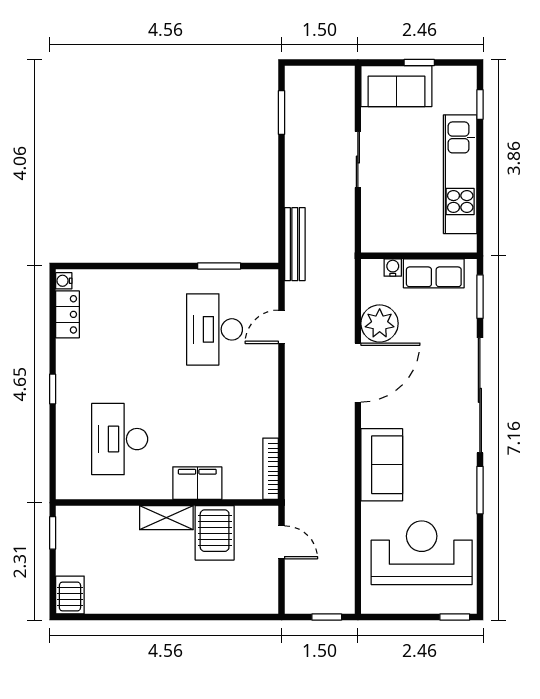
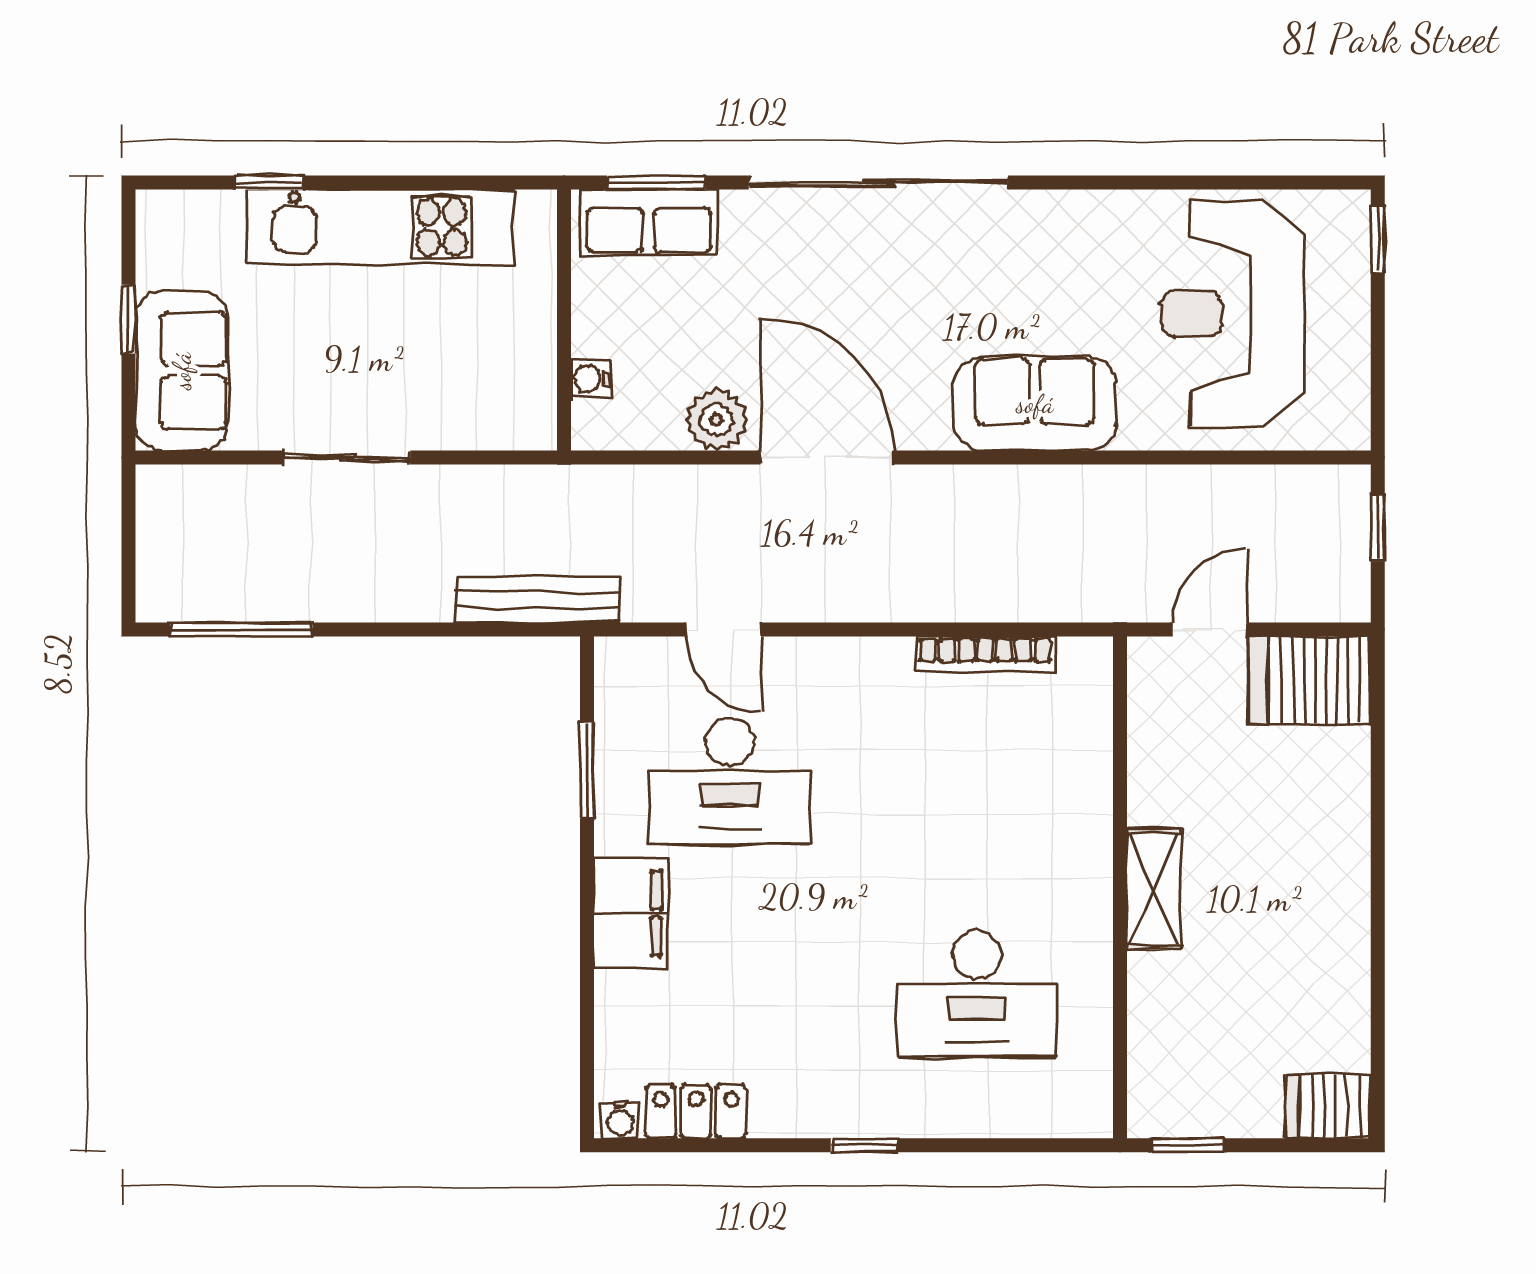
window: (480, 104) -> (269, 182), moved
window: (282, 113) -> (241, 629), width x1.44
row of seats: (434, 273) -> (649, 222), moved, turned 90
plant: (380, 323) -> (716, 420), width x0.73, depth x0.73
bookcase: (271, 469) -> (985, 654), moved
filing cabinet: (197, 483) -> (631, 913), moved, turned 180
window: (480, 490) -> (1092, 182), removed
server rack: (215, 533) -> (1310, 680), moved, turned 180

